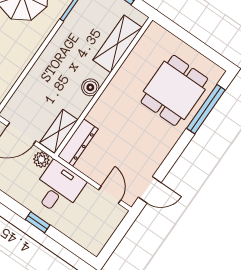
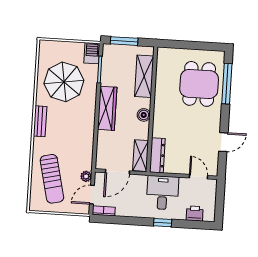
wardrobe: (54, 55) -> (107, 108), added
plant: (41, 160) -> (140, 181), removed
door: (150, 190) -> (223, 142), moved
printer: (80, 234) -> (195, 214), added

